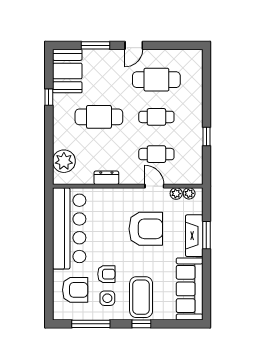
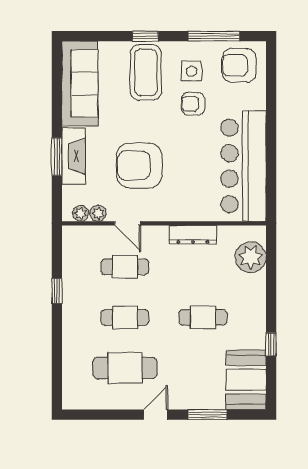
cafe table: (99, 117) -> (203, 317), width x0.73, depth x0.74
dresser: (106, 178) -> (193, 235), width x1.44
armchair: (75, 290) -> (239, 65), moved

